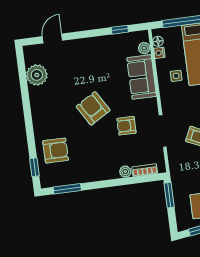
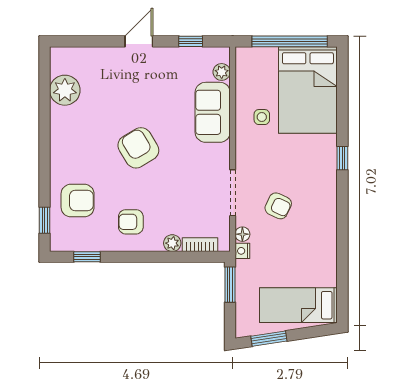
door: (52, 38) -> (139, 41), moved
floor lamp: (158, 41) -> (242, 234), moved
nightstand: (159, 53) -> (242, 251), moved
armchair: (126, 126) -> (131, 222), moved
window: (67, 189) -> (87, 257), width x0.67

